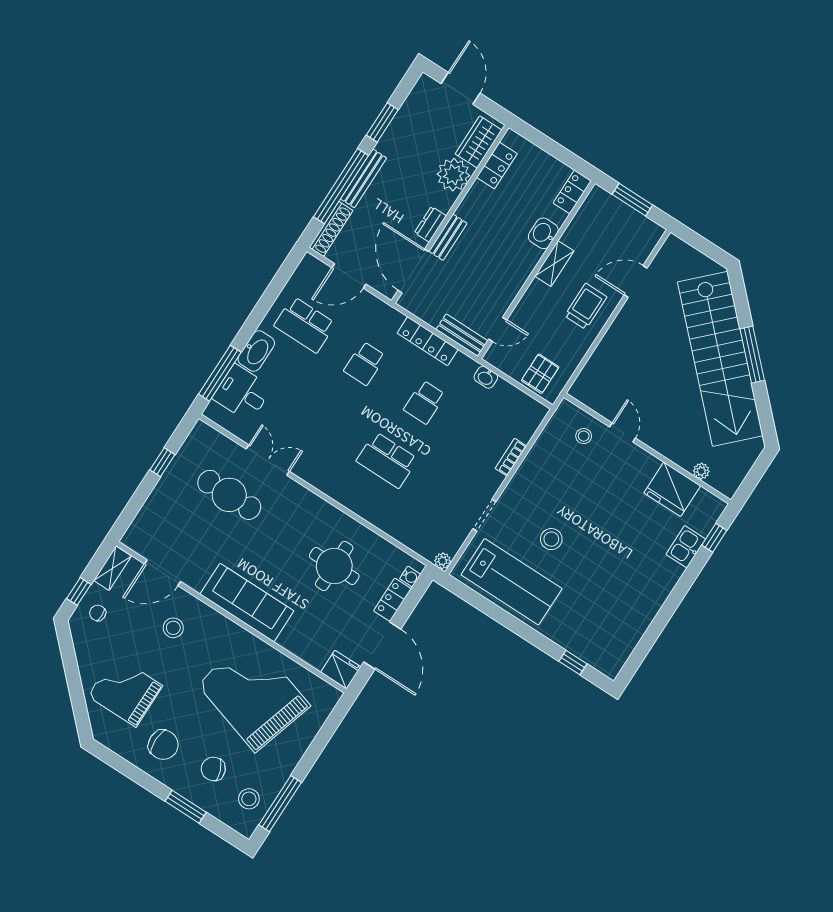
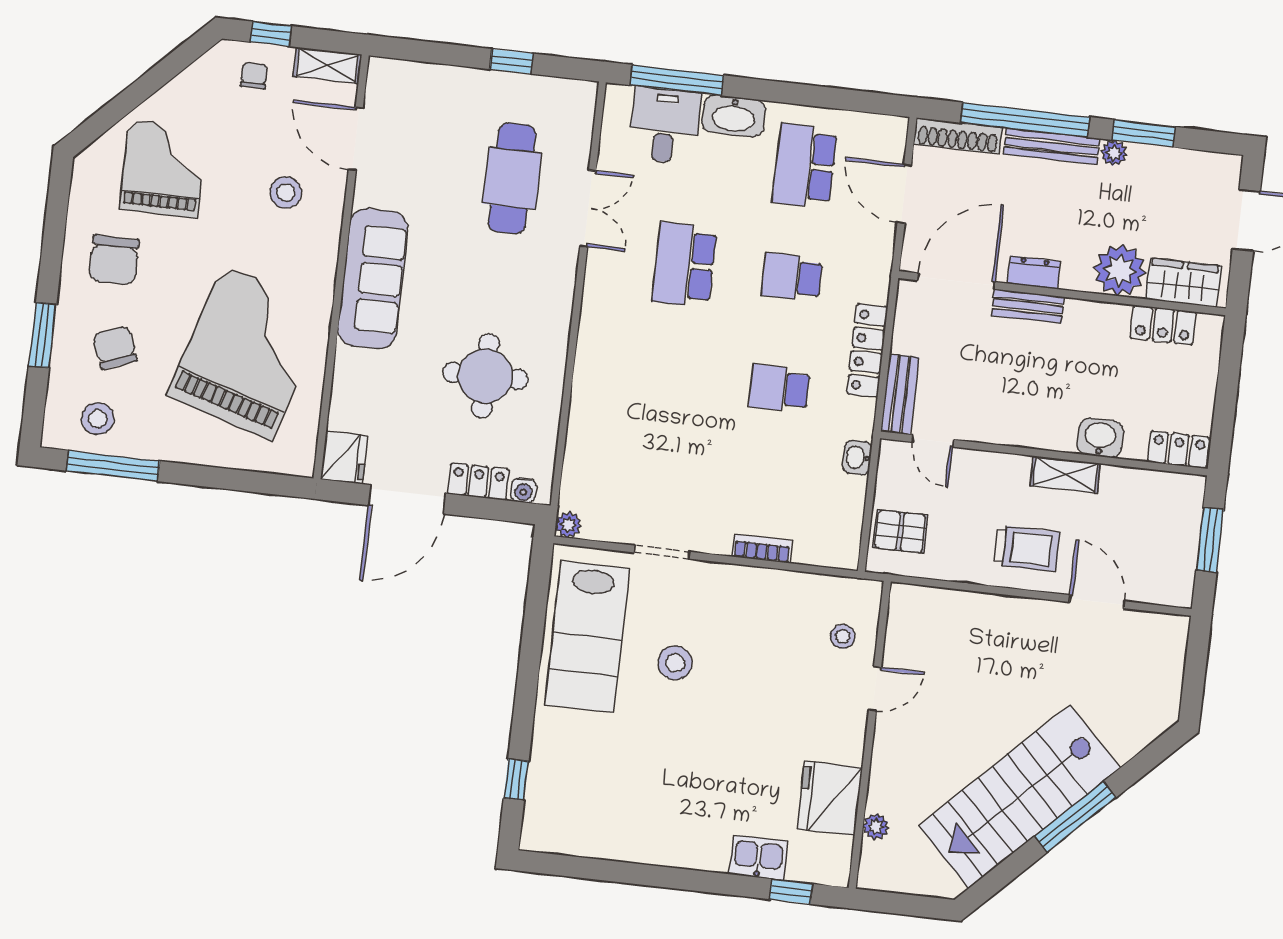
plant: (385, 145) -> (1114, 153), added
stairs: (720, 359) -> (1019, 797), width x0.73
school desk: (387, 460) -> (684, 265), moved

